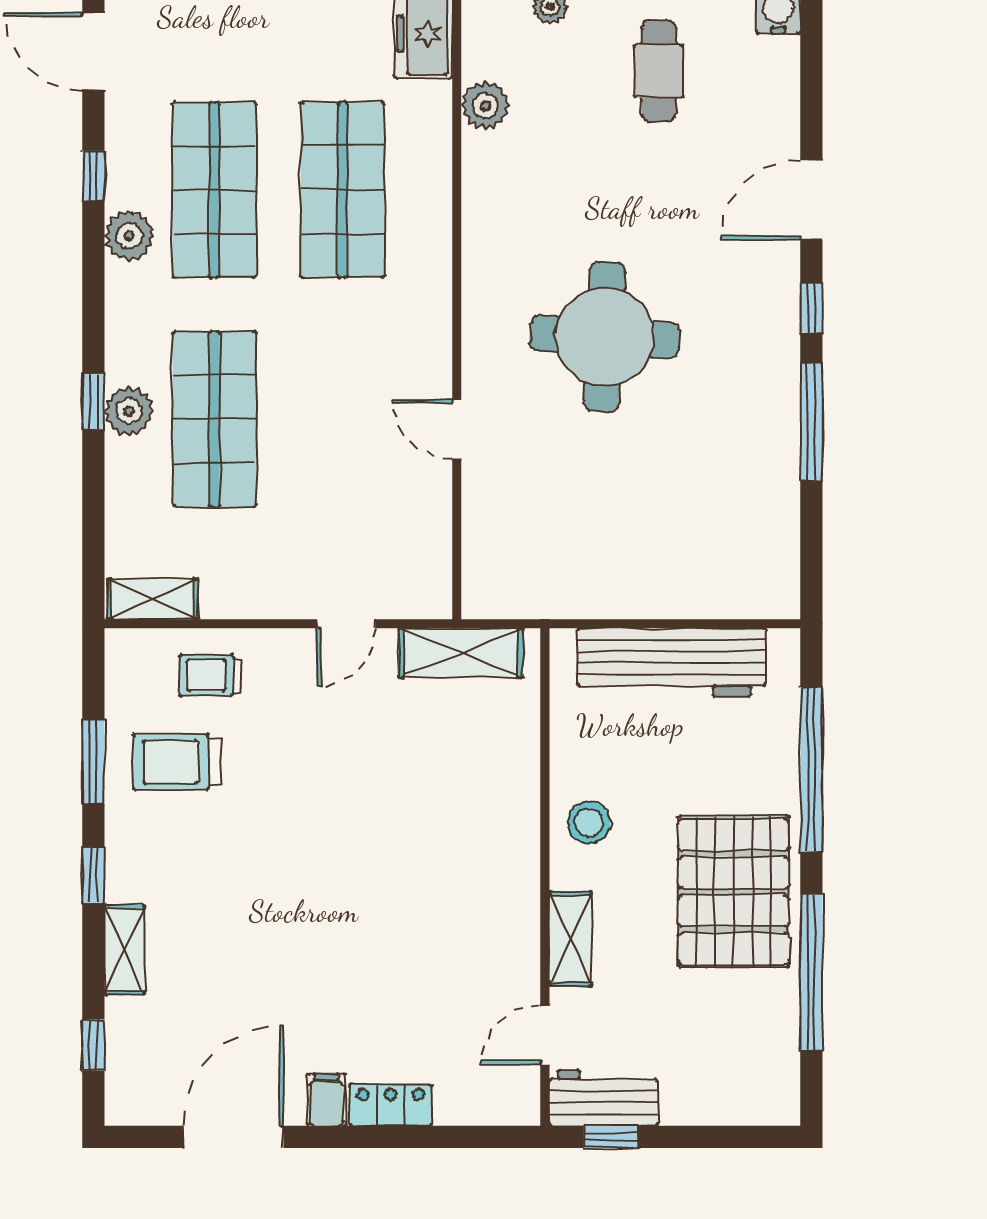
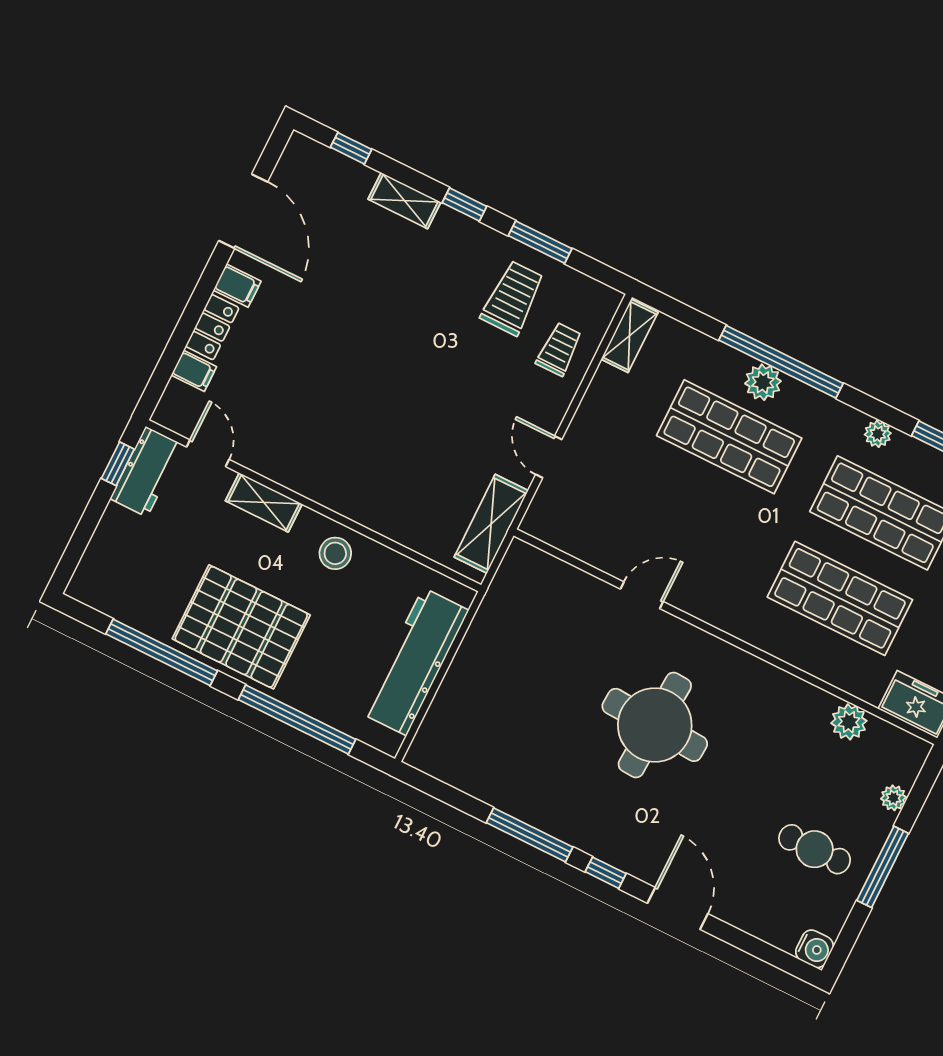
plant: (129, 236) -> (878, 434), width x0.73, depth x0.73
window: (93, 402) -> (781, 362), width x3.17
filing cabinet: (454, 1101) -> (194, 371), added

